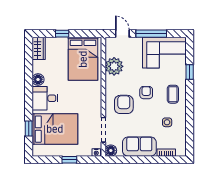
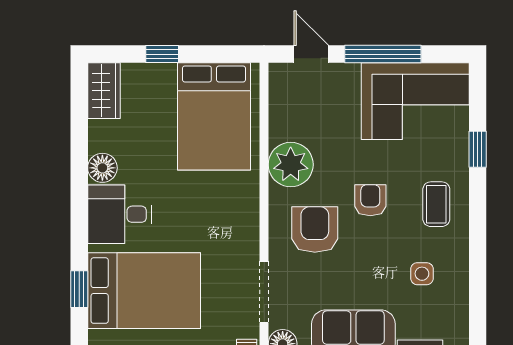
plant: (114, 66) -> (291, 165), moved

